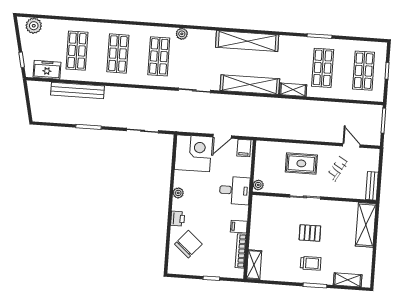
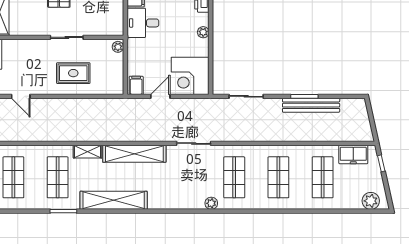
shelving: (247, 41) -> (114, 200), moved
bench: (78, 90) -> (311, 105), moved
desk: (235, 190) -> (143, 23), moved

